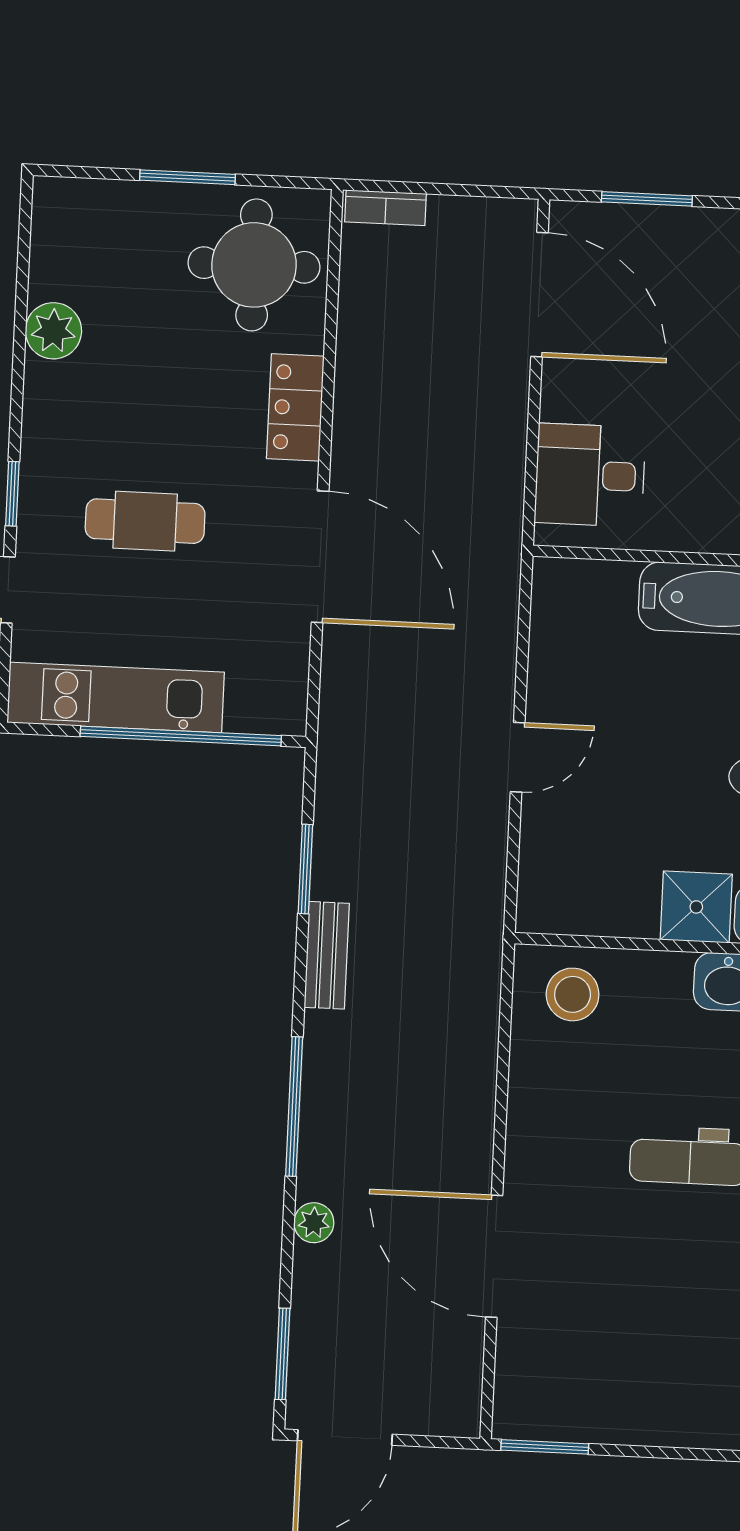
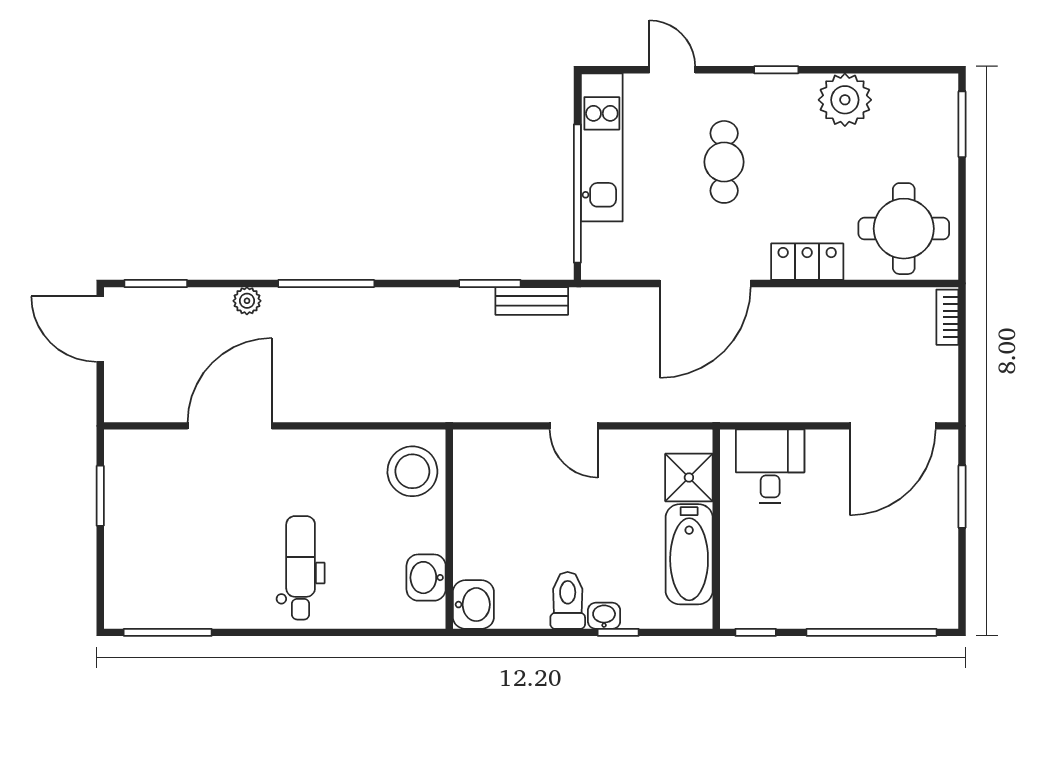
window: (187, 177) -> (962, 124), moved
plant: (53, 331) -> (845, 100), width x1.36, depth x1.36
window: (12, 494) -> (776, 70), moved
shower: (696, 907) -> (689, 478), moved
bench: (327, 955) -> (532, 301), moved
stool: (573, 994) -> (412, 471), width x1.38, depth x1.38
window: (545, 1447) -> (100, 496), moved

